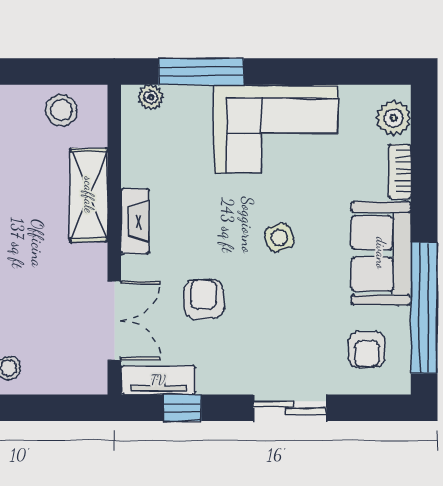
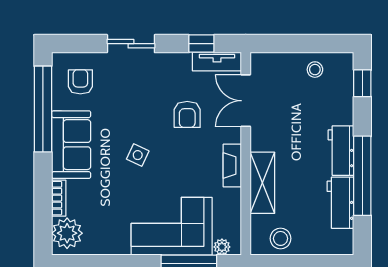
plant: (394, 118) -> (67, 233), width x1.36, depth x1.36
corner sofa: (276, 129) -> (172, 226), moved
side table: (279, 237) -> (138, 155), turned 45

